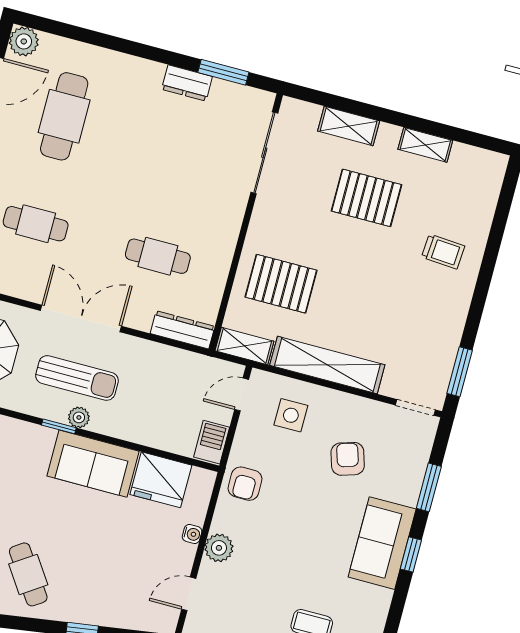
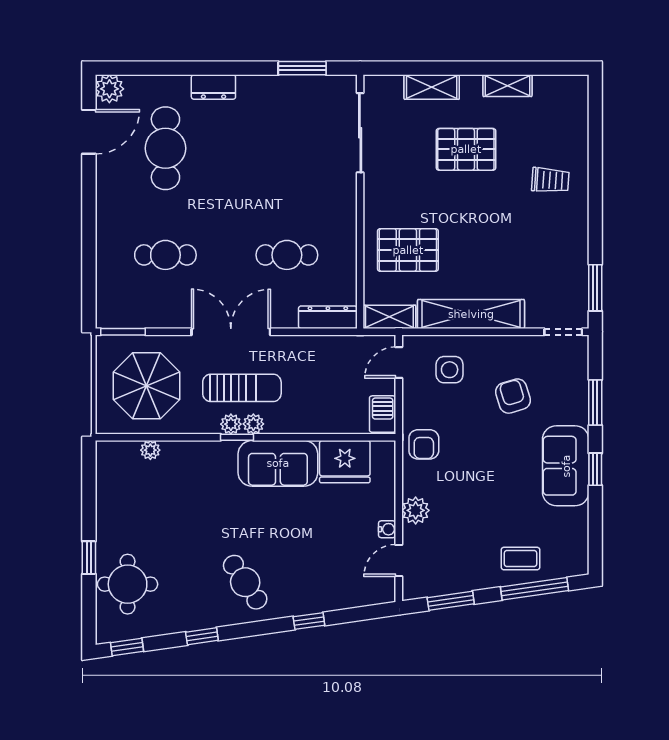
dresser: (187, 83) -> (213, 87), moved
plant: (56, 411) -> (231, 424), added
water cooler: (192, 534) -> (387, 529), moved

